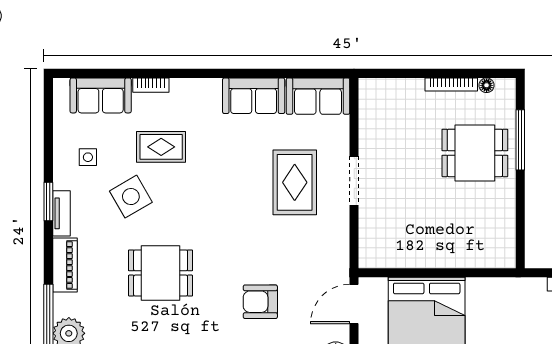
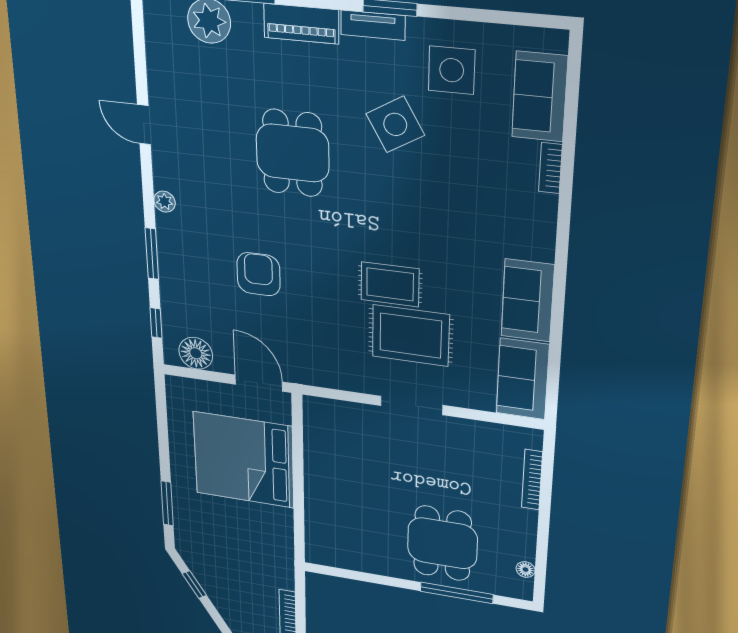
bookcase: (451, 85) -> (532, 480), moved
rug: (161, 147) -> (390, 284), moved, turned 90
side table: (88, 157) -> (452, 70), width x1.87, depth x1.87

